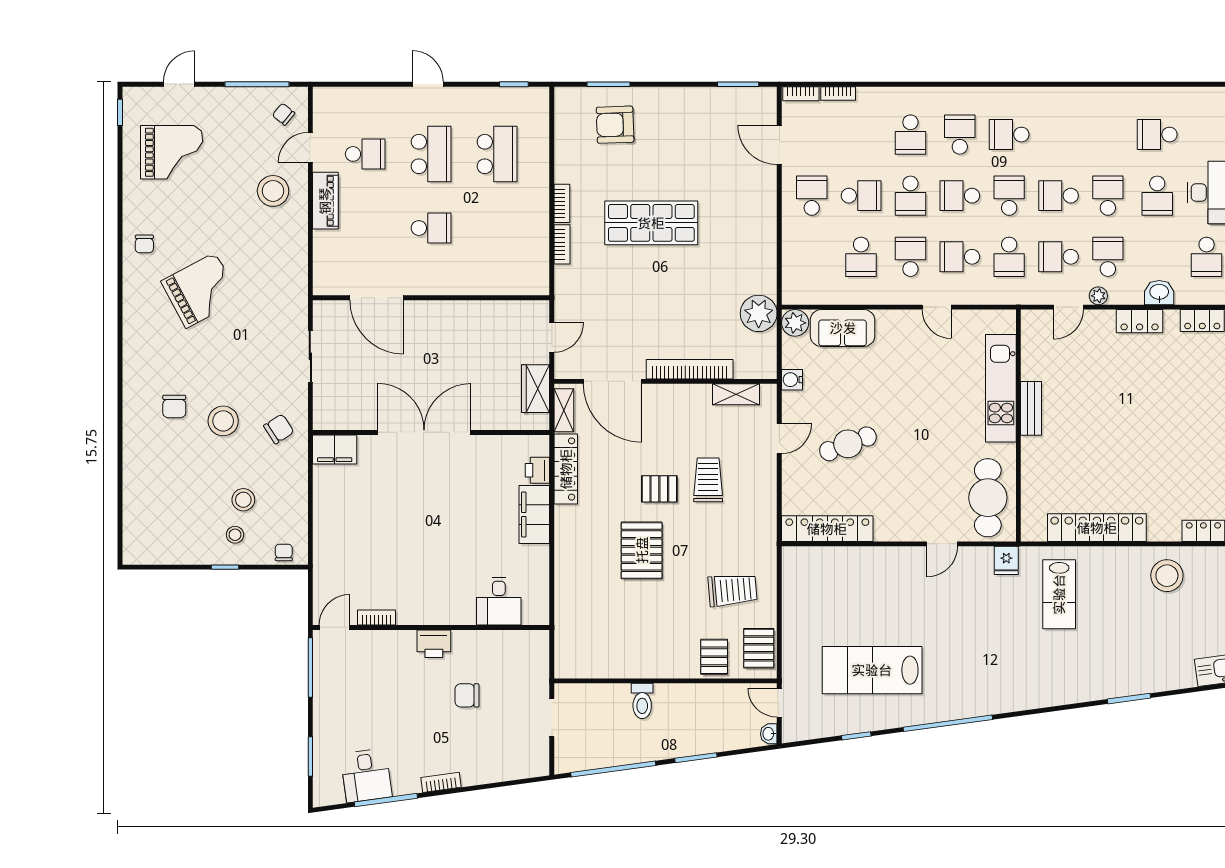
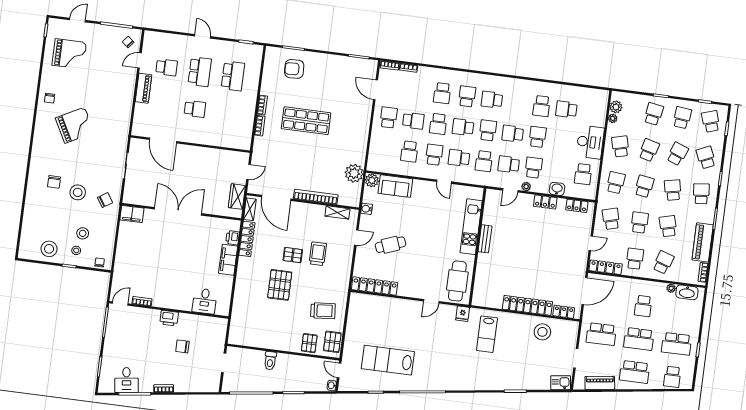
stool: (273, 191) -> (49, 249), moved
school desk: (1157, 196) -> (542, 106), moved
locker: (1097, 528) -> (527, 305), moved

